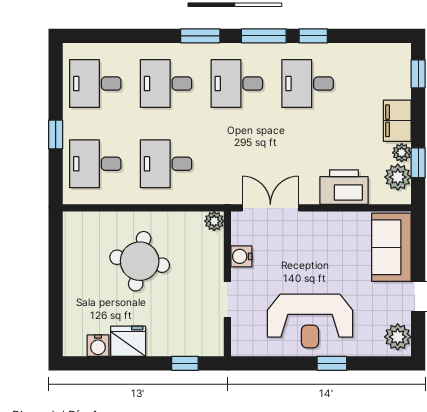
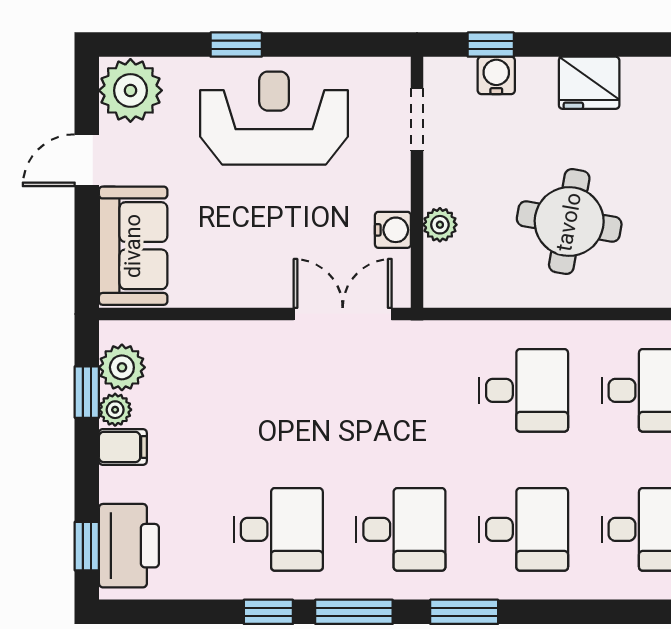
filing cabinet: (397, 121) -> (123, 447), width x0.50
printer: (344, 187) -> (129, 546), moved, turned -90
double door: (270, 208) -> (343, 314), swing flipped
plant: (214, 221) -> (440, 225), moved
doorway: (227, 300) -> (417, 120), moved
plant: (398, 337) -> (130, 90), width x1.36, depth x1.36
water cooler: (98, 346) -> (496, 75), moved

